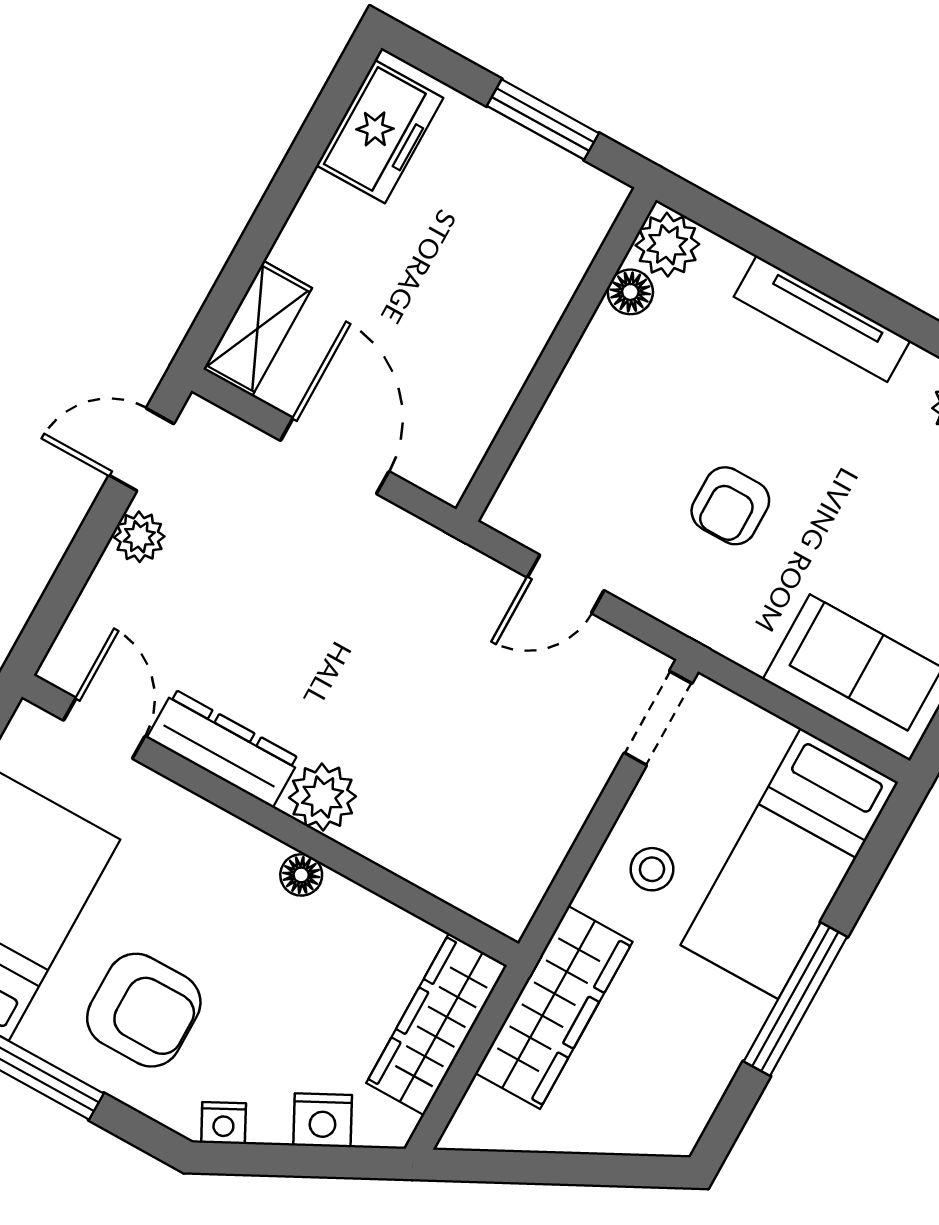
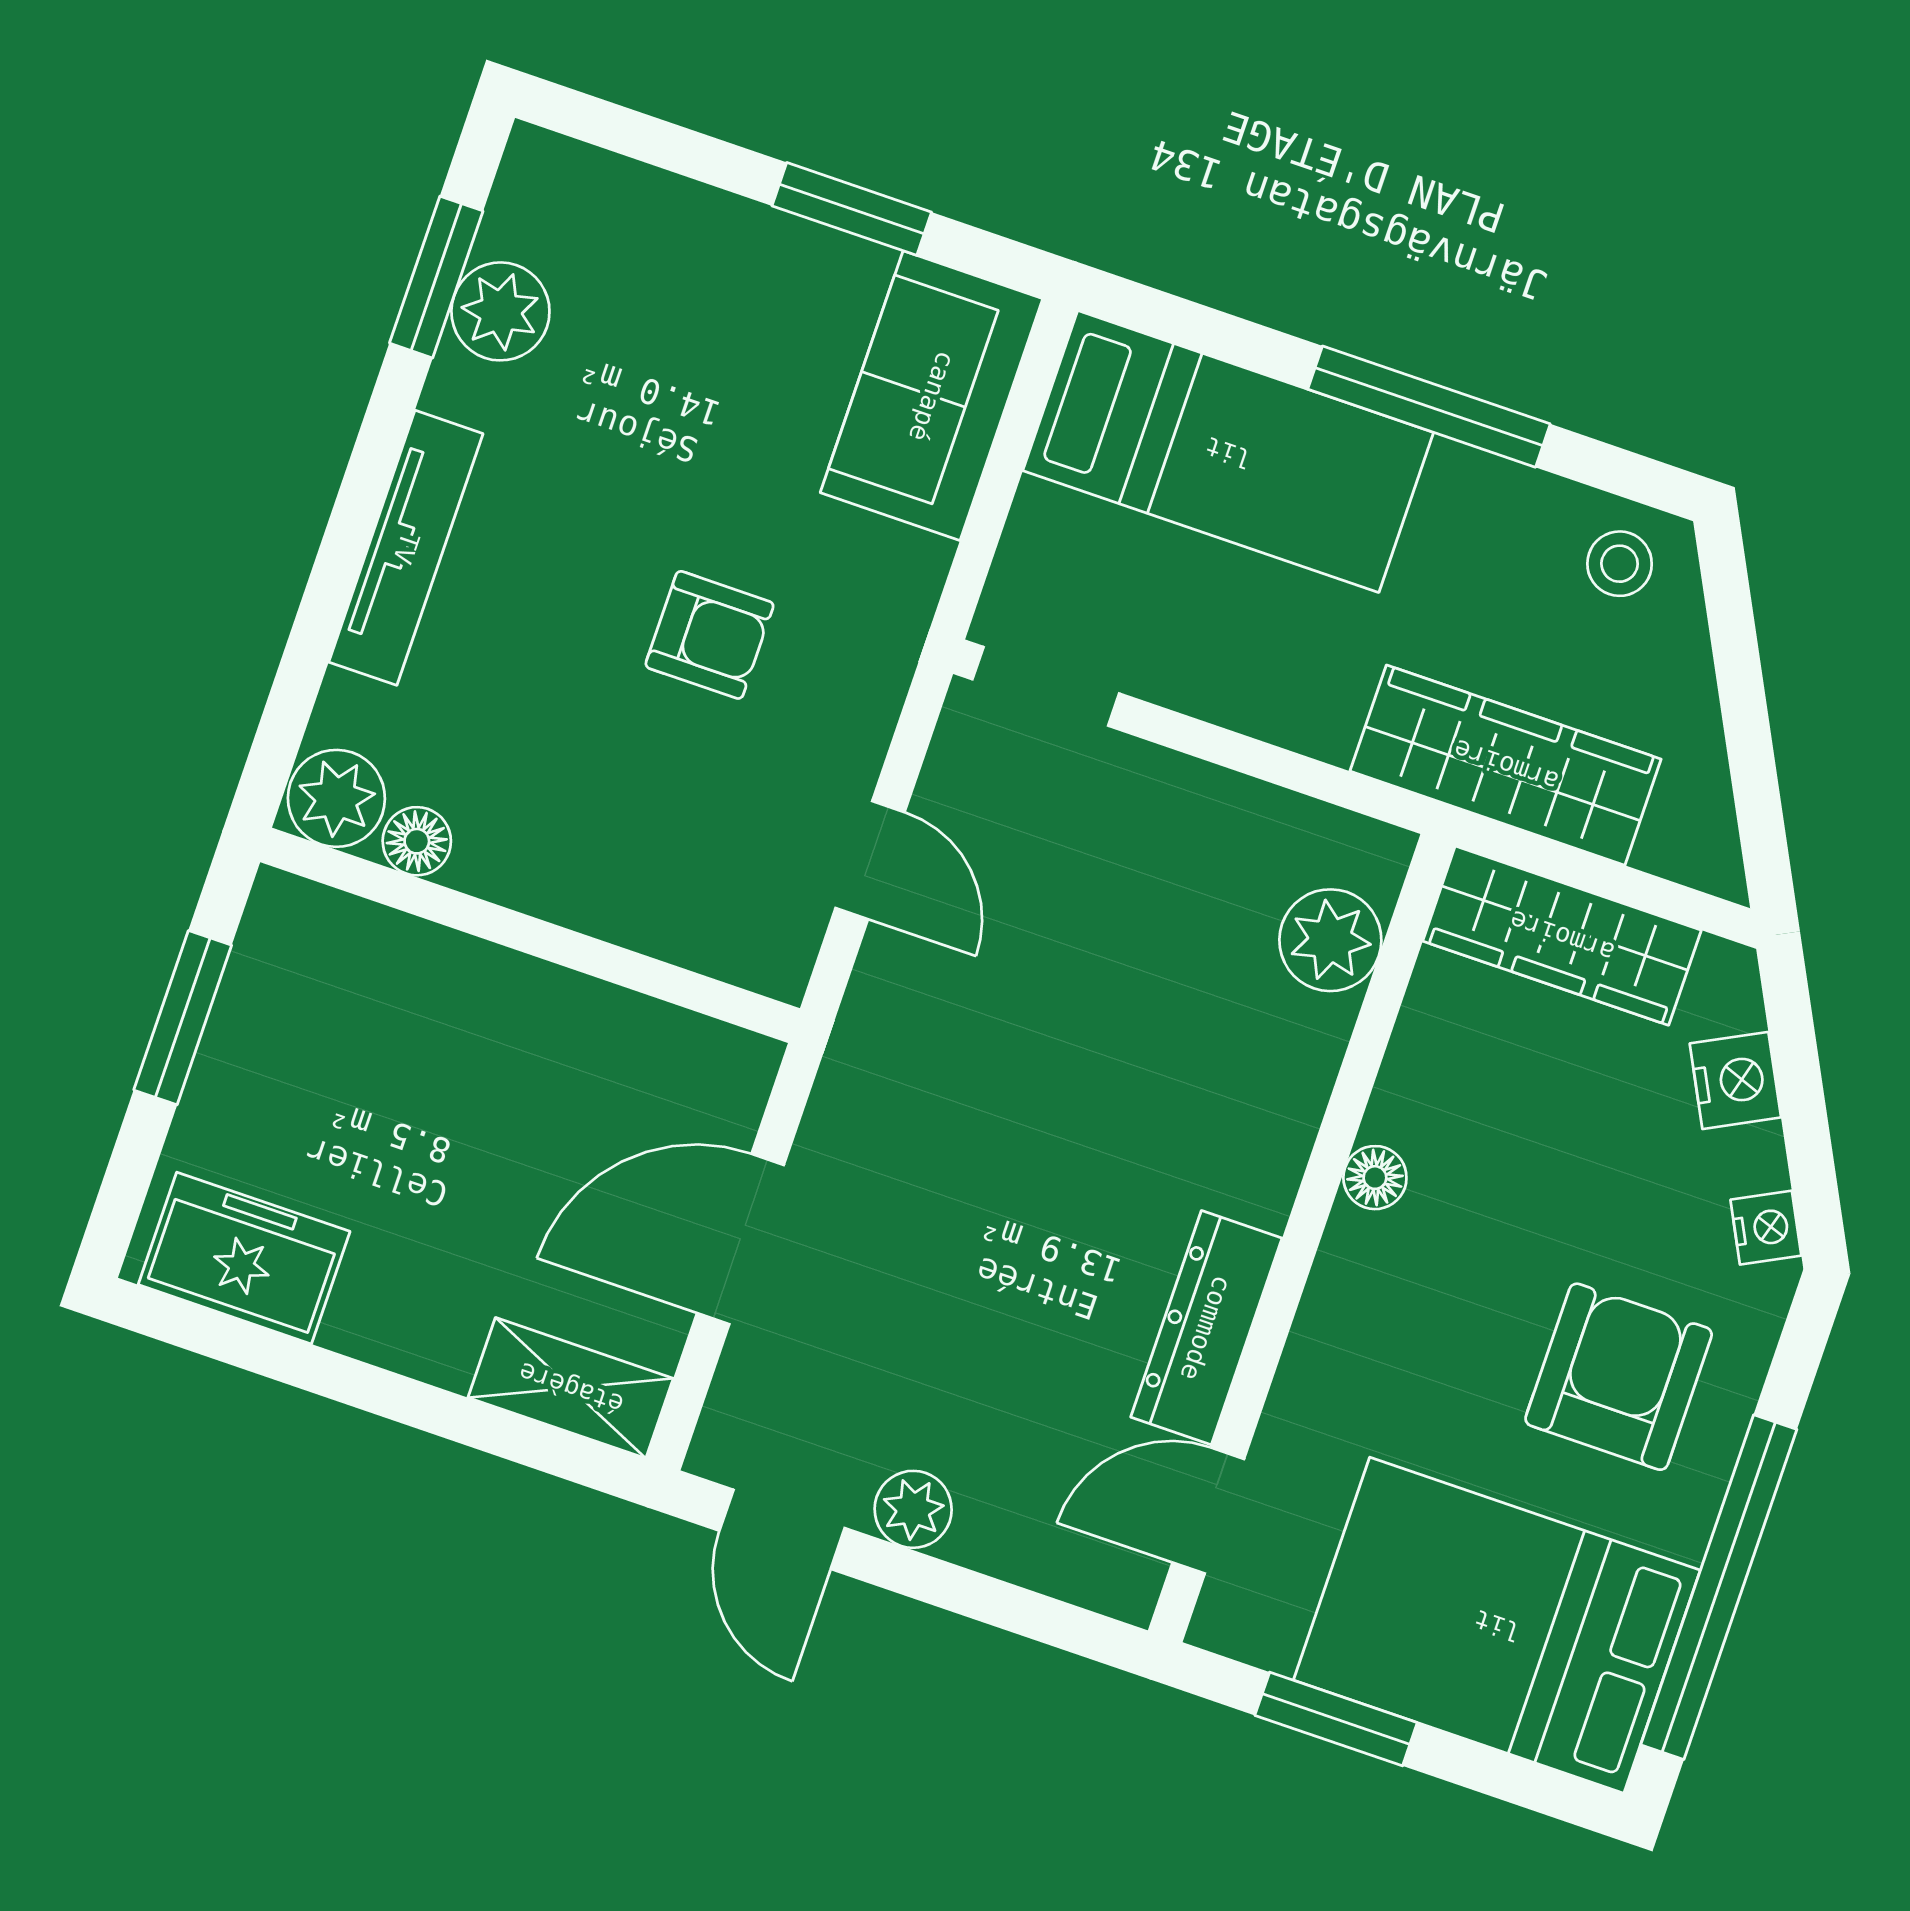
plant: (323, 797) -> (1330, 940), moved
stool: (652, 869) -> (1620, 564), moved

